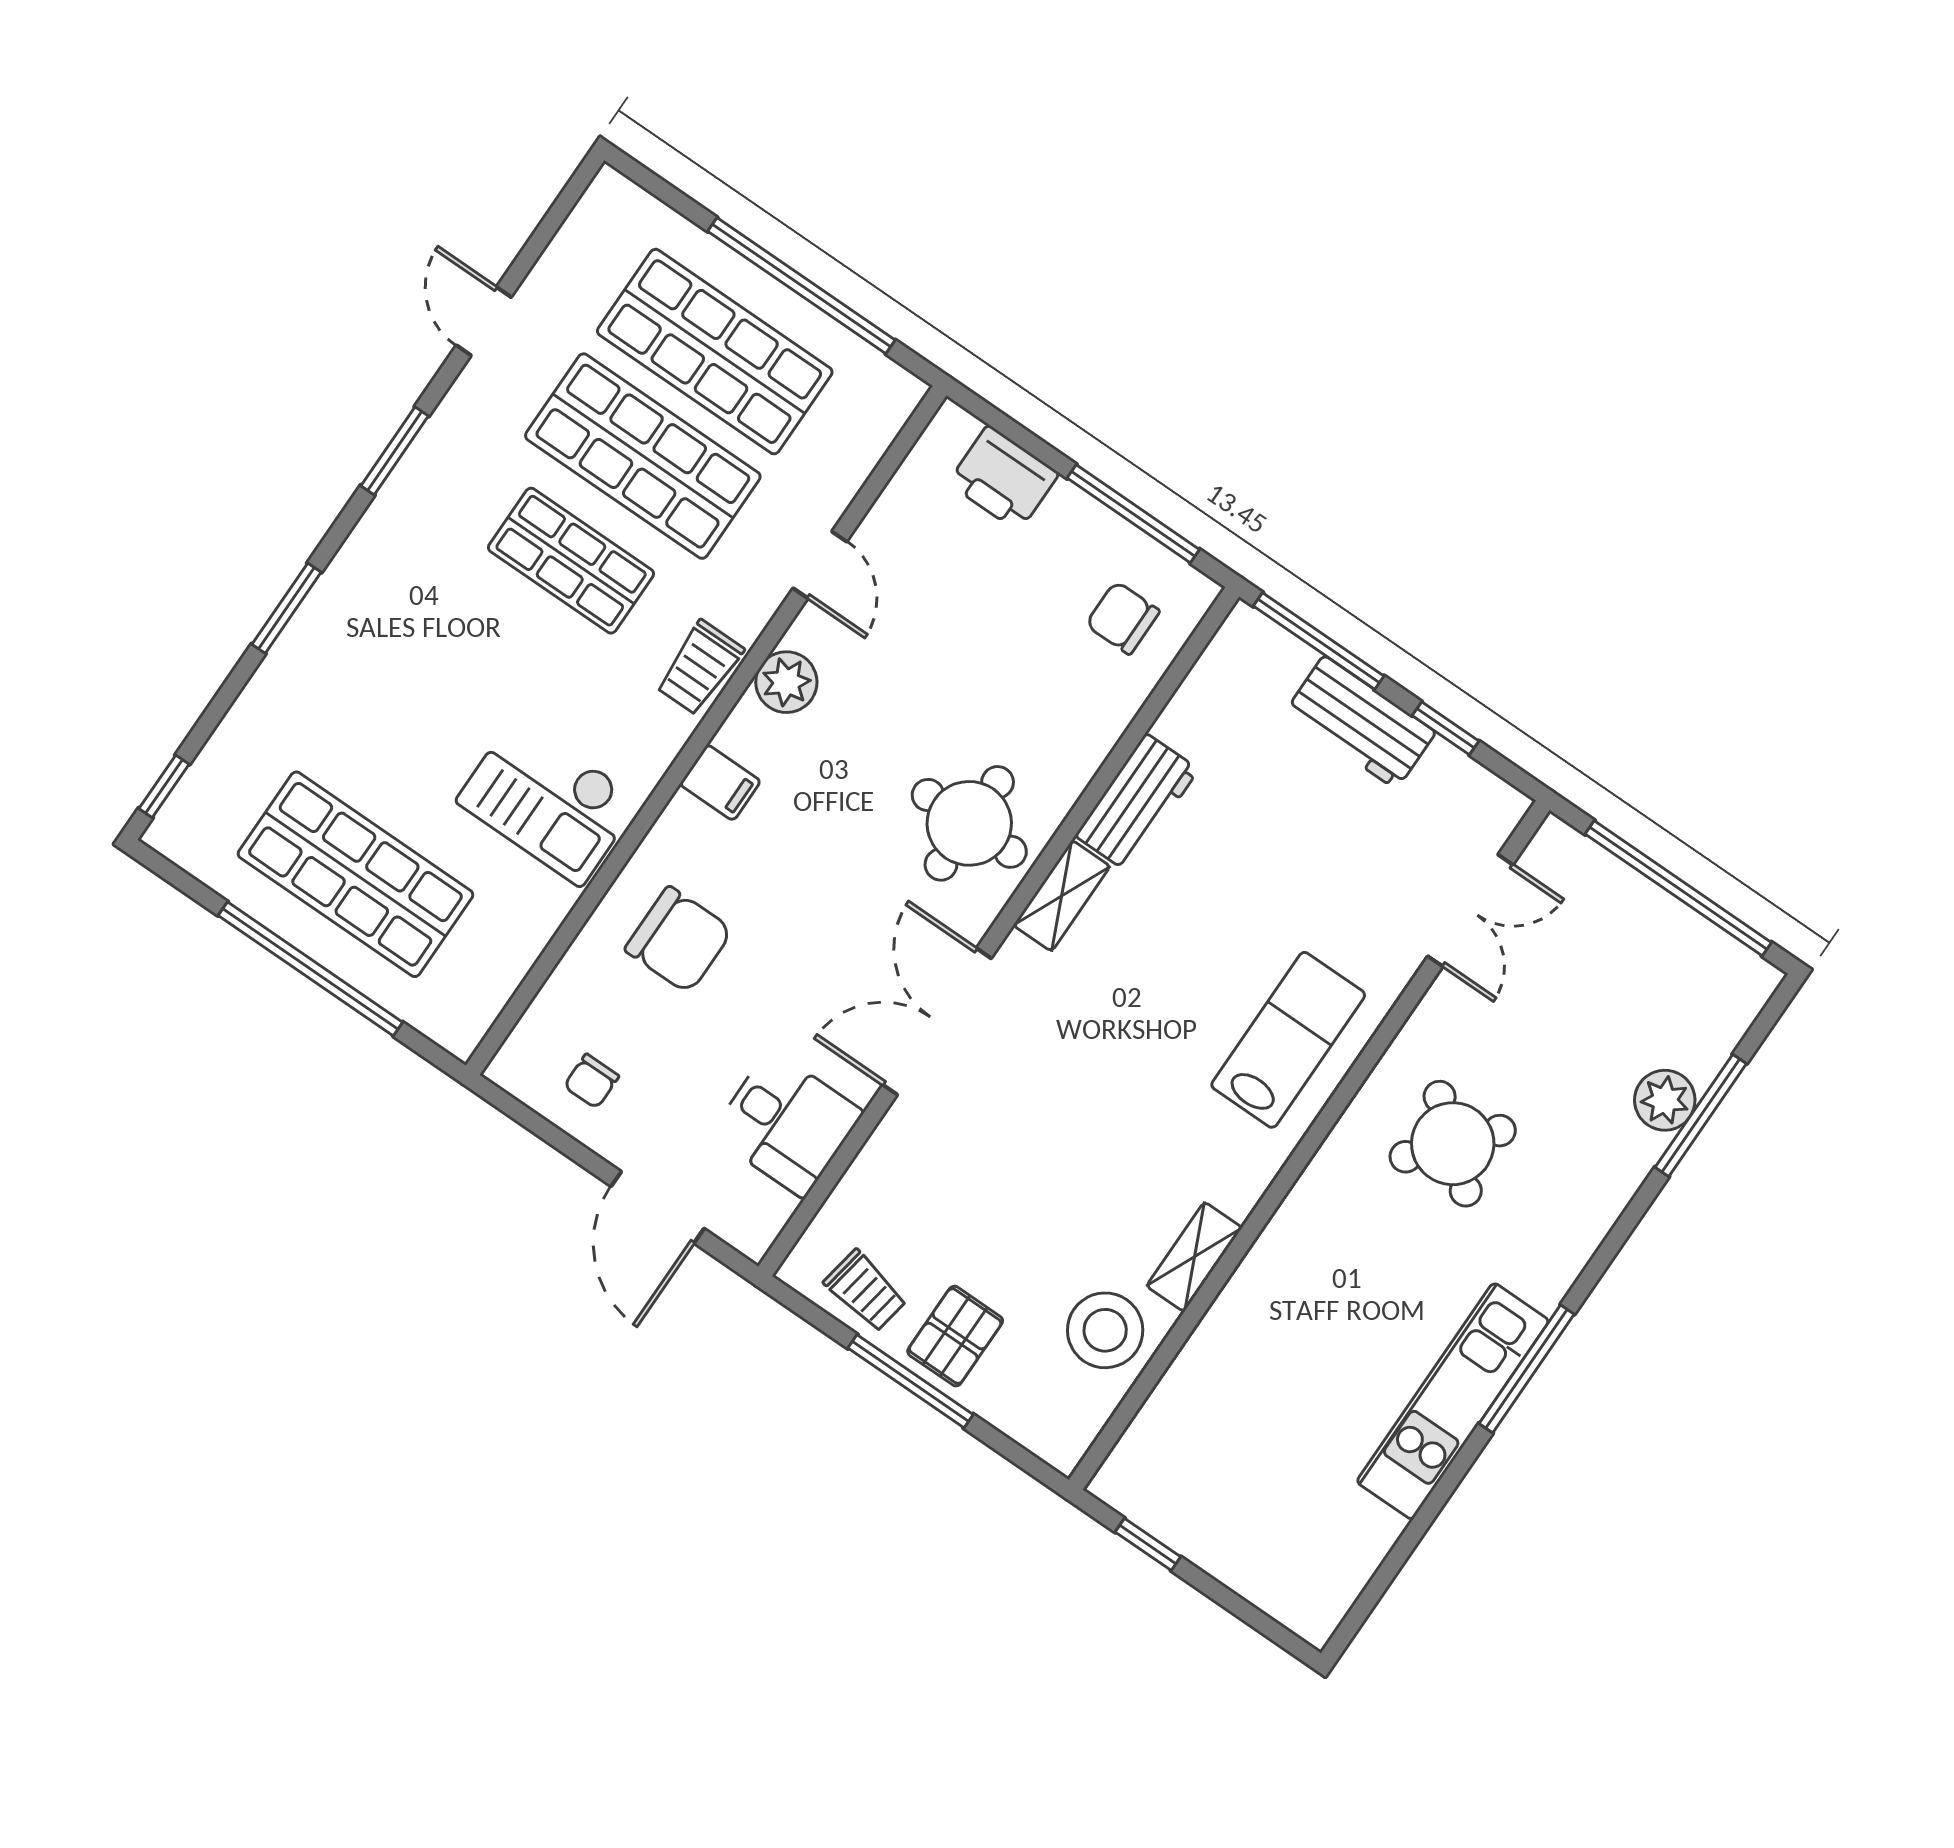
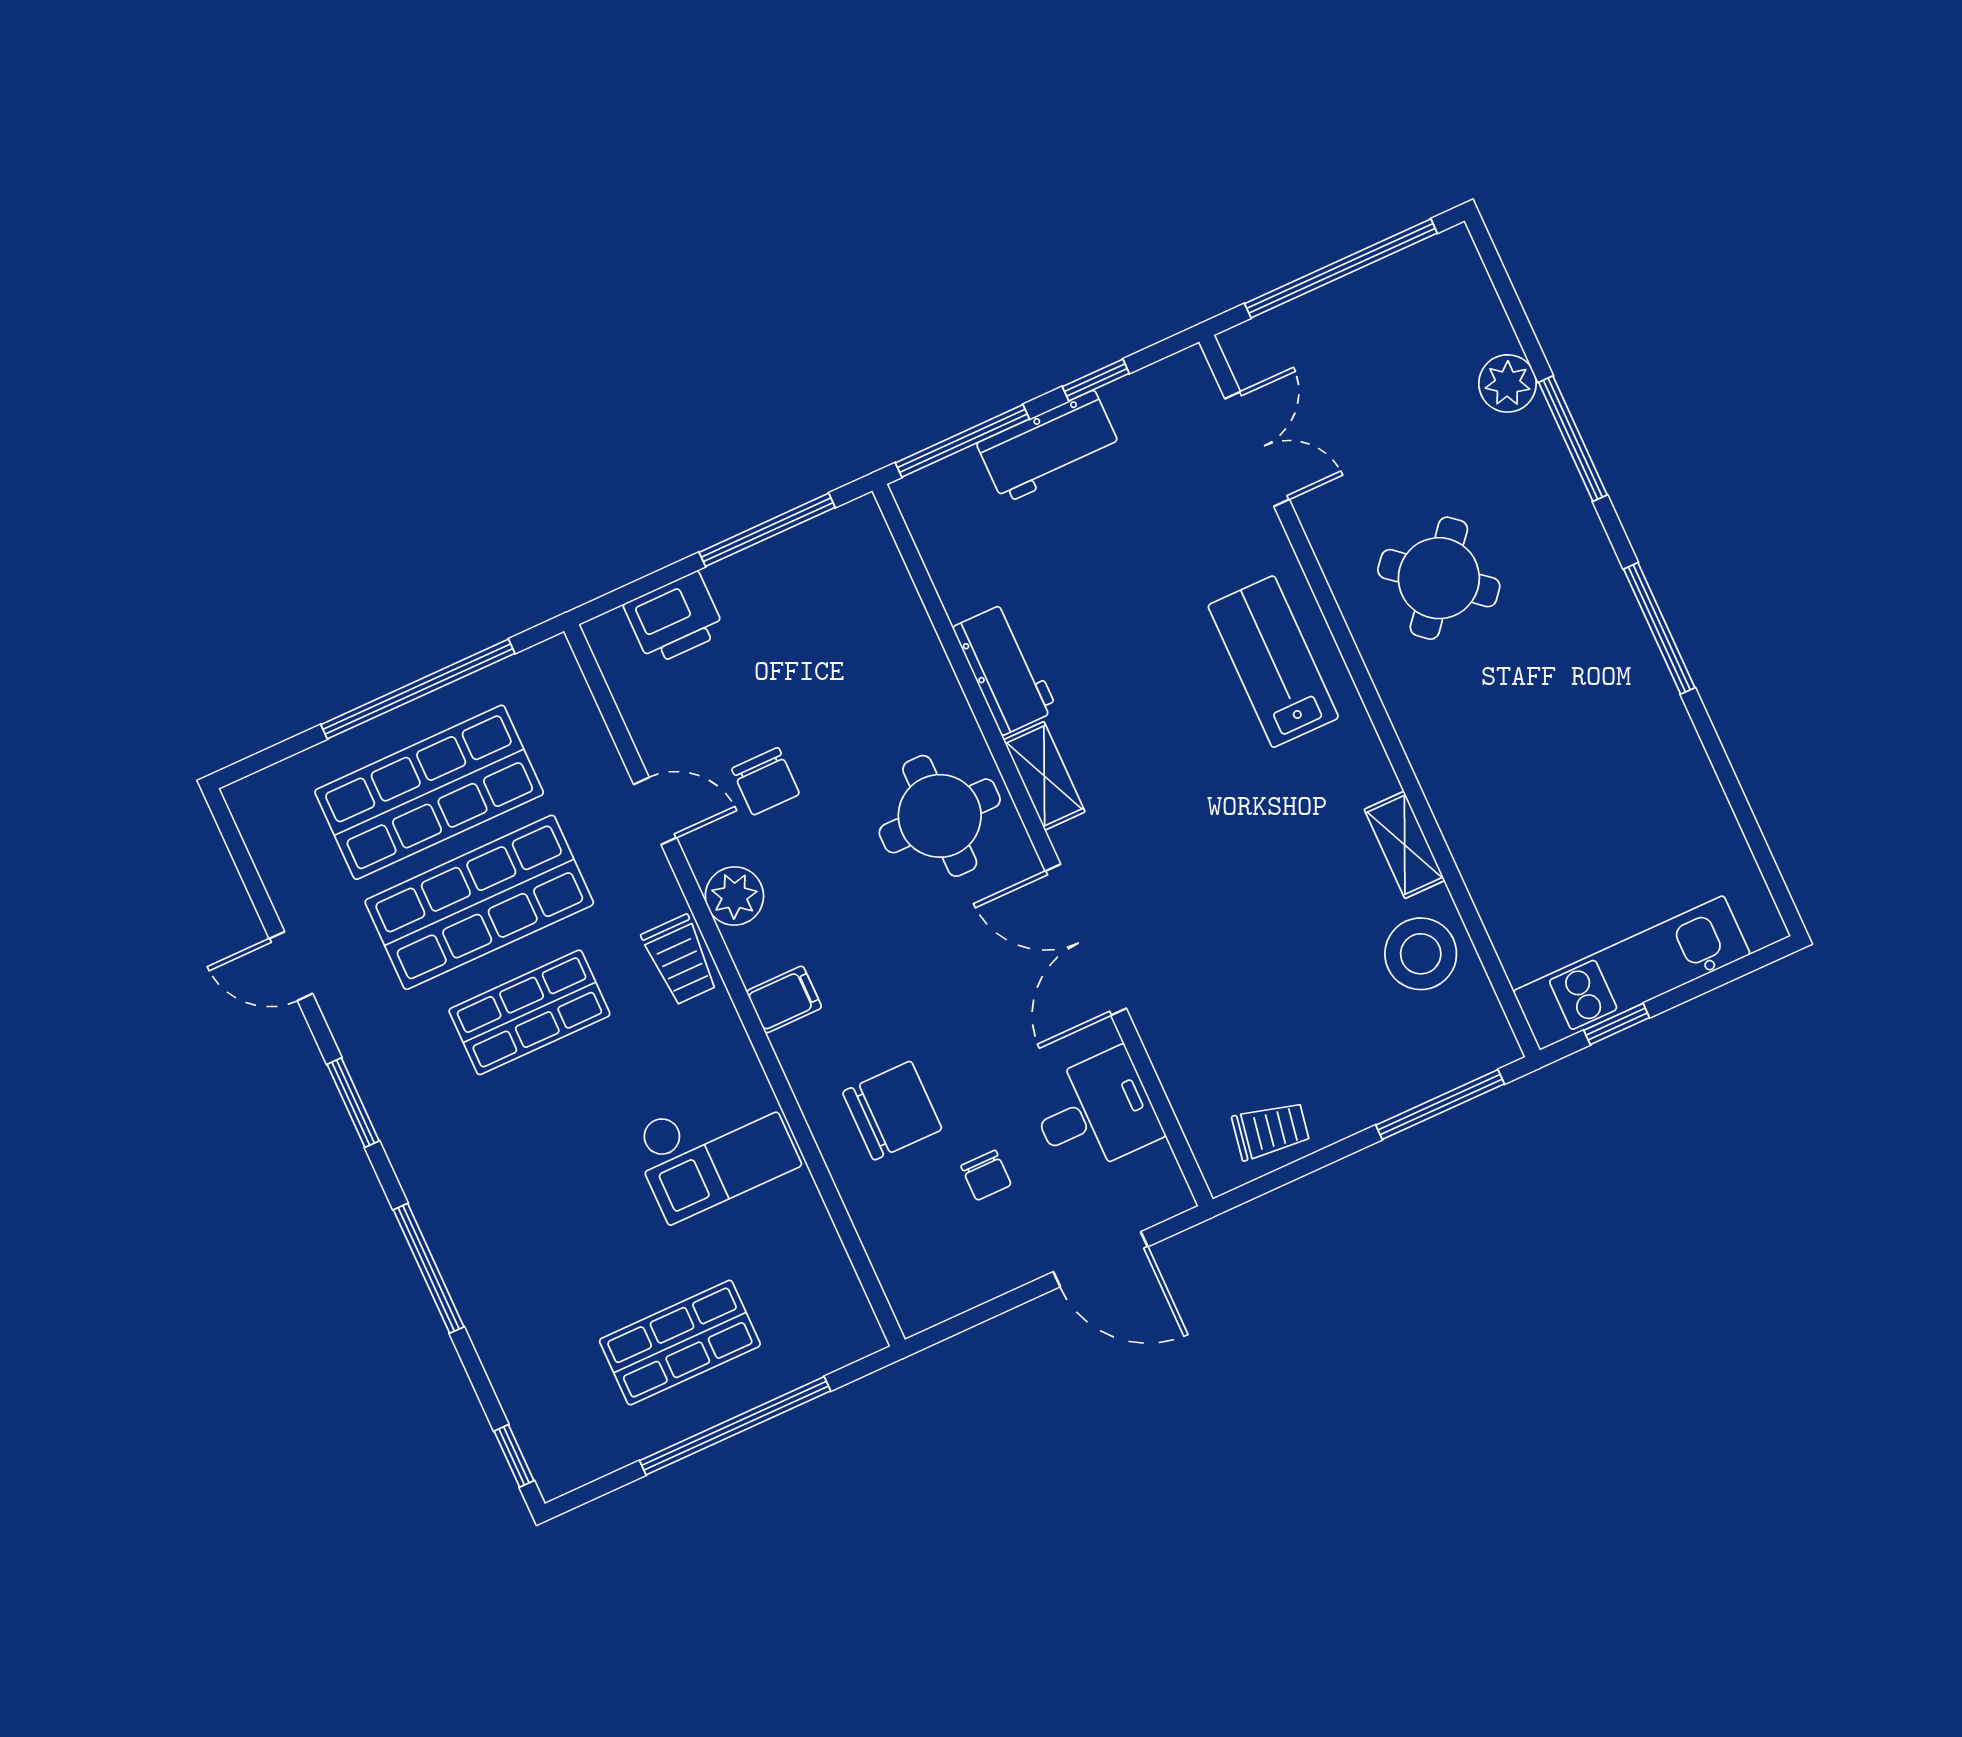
window: (286, 608) -> (429, 1268), width x1.44
chair: (1123, 618) -> (766, 781), moved, turned -90
shop shelf: (355, 874) -> (680, 1343), width x0.70, depth x0.74
chair: (591, 1081) -> (986, 1175), moved
window: (1701, 1115) -> (1573, 439), moved
pallet: (955, 1336) -> (1352, 1079), removed
window: (910, 1381) -> (1440, 1104), moved
kitchen unit: (1453, 1401) -> (1632, 973), moved, turned 90

